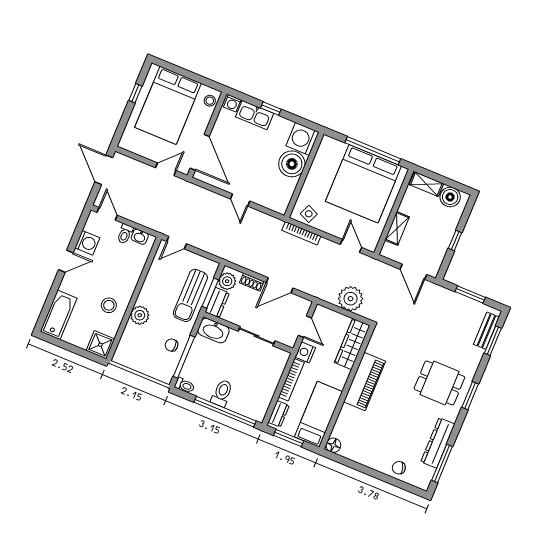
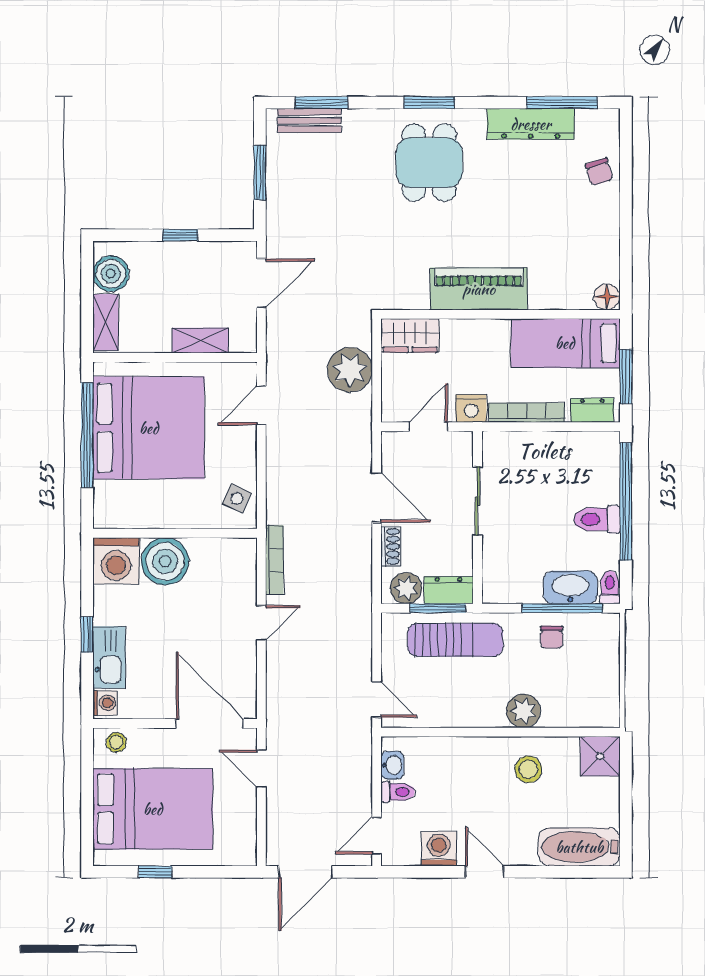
door: (200, 152) -> (210, 723), hinge flipped
bookcase: (301, 233) -> (275, 560), moved
washbasin: (213, 331) -> (570, 587), moved, turned -90
wardrobe: (352, 344) -> (410, 336), width x0.67

